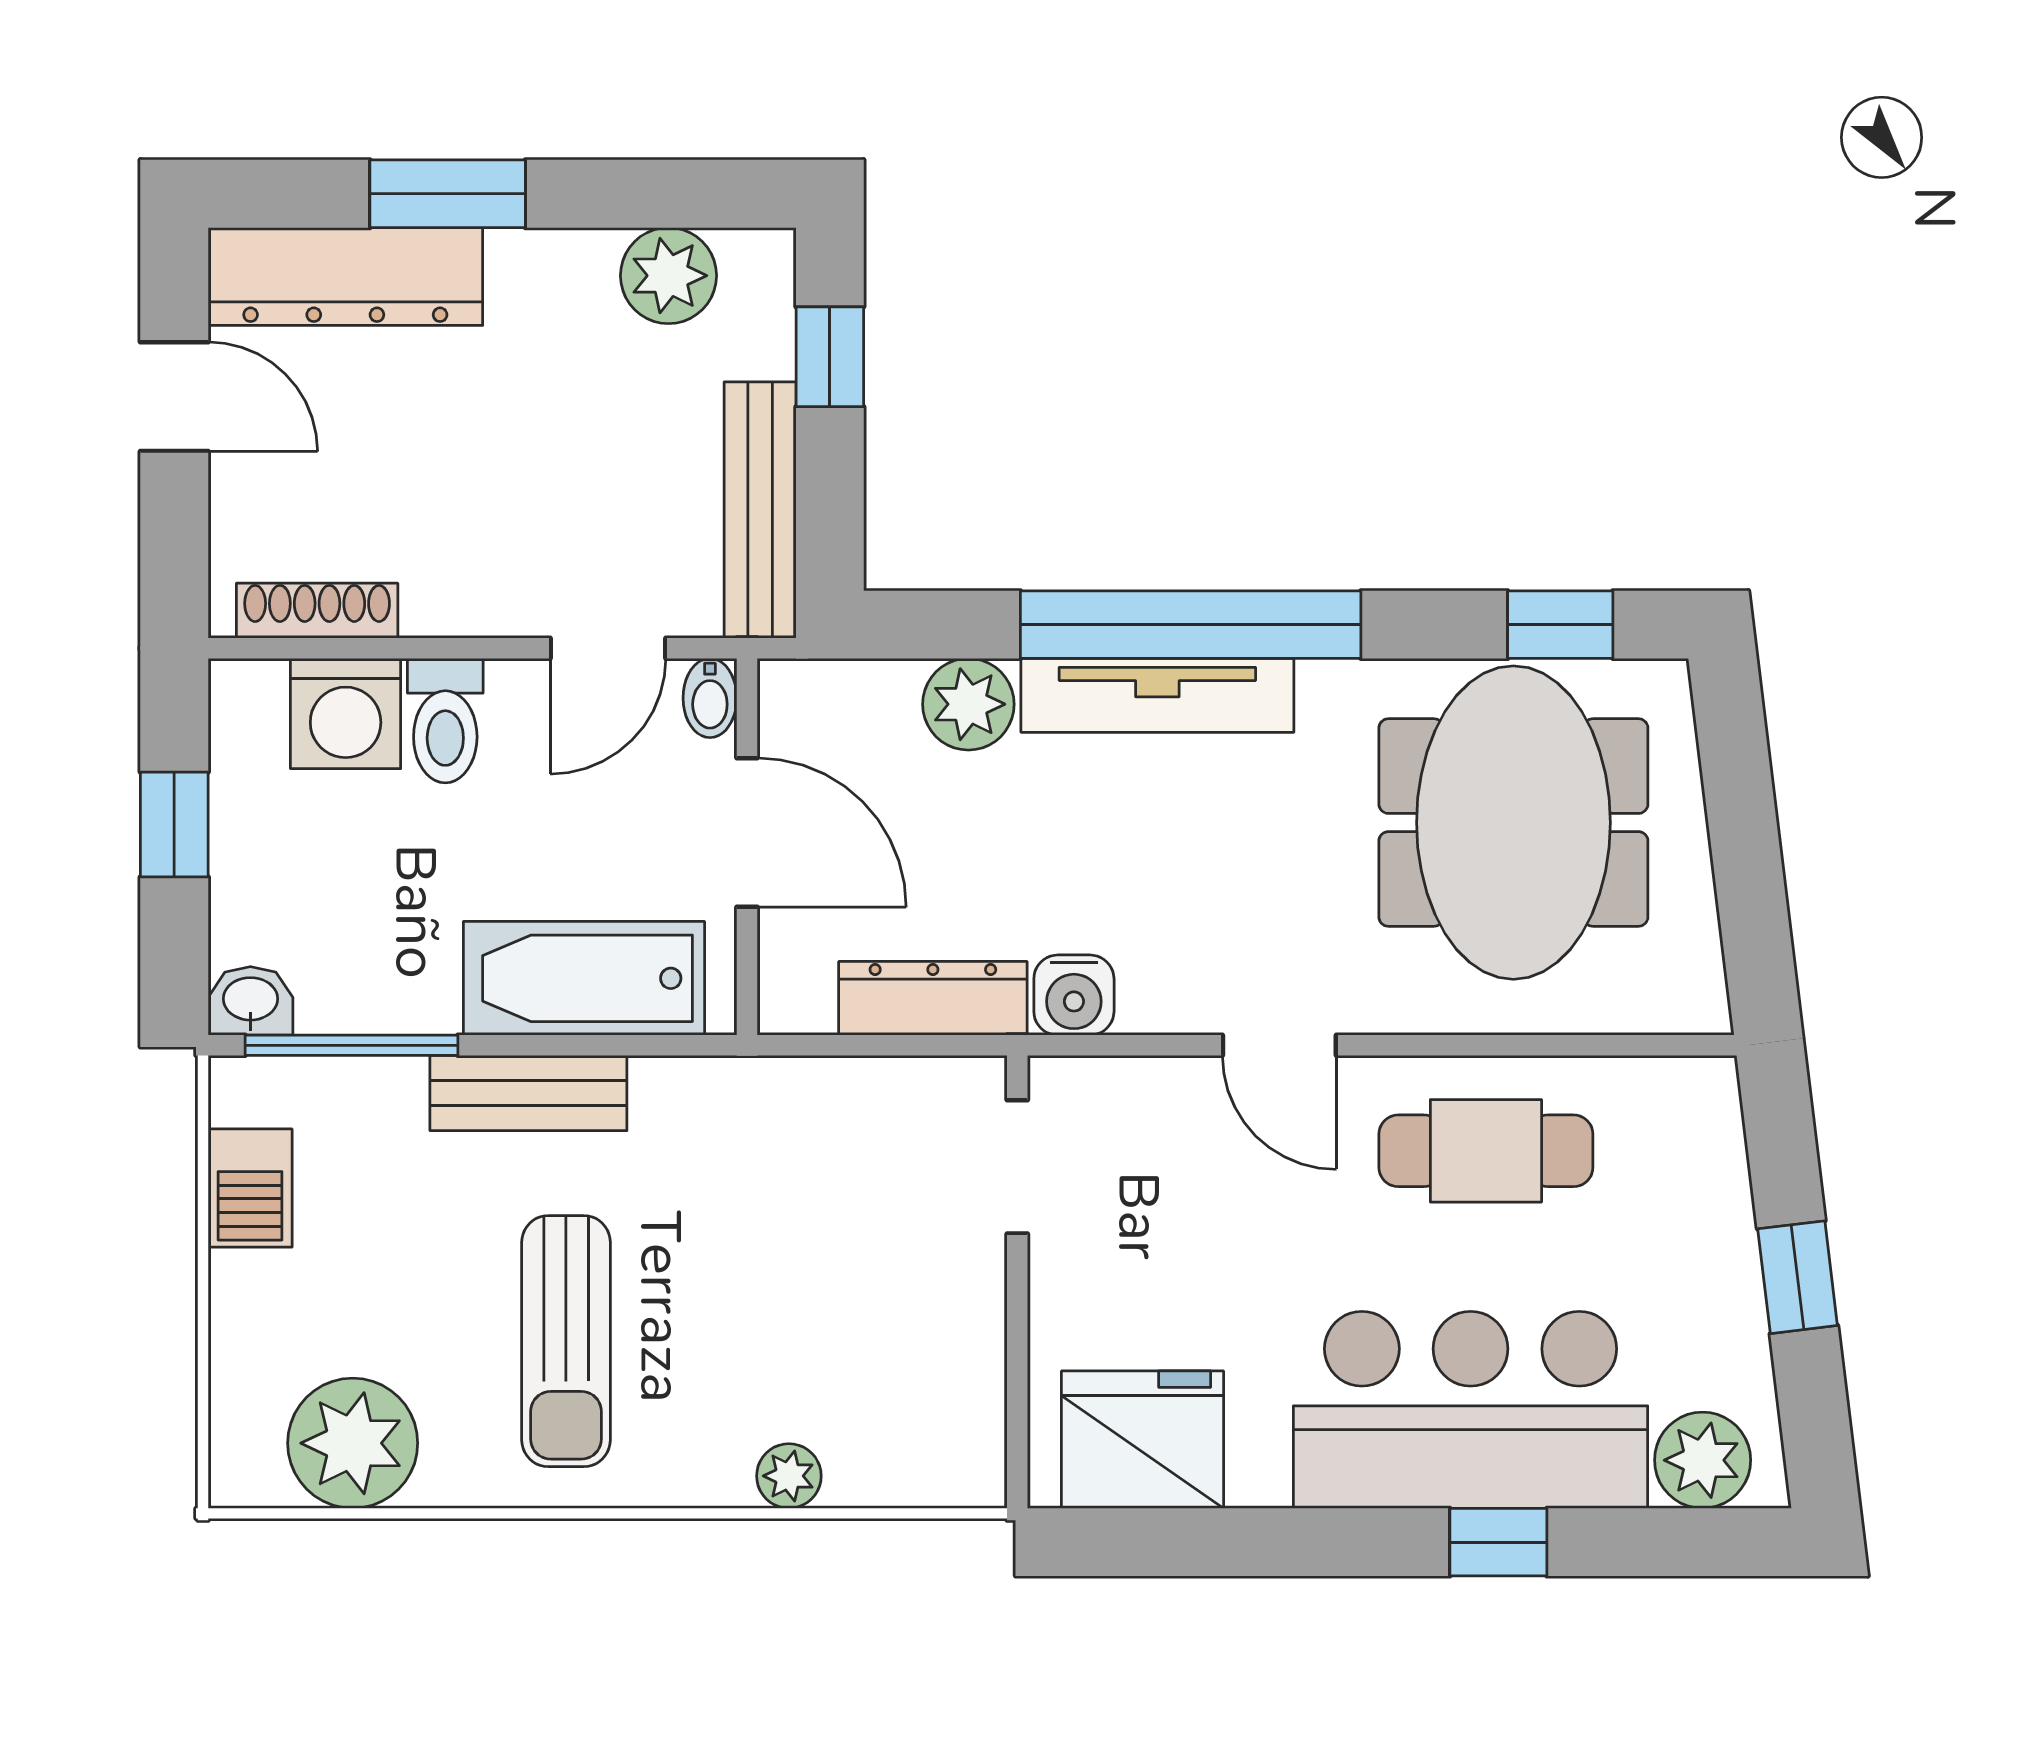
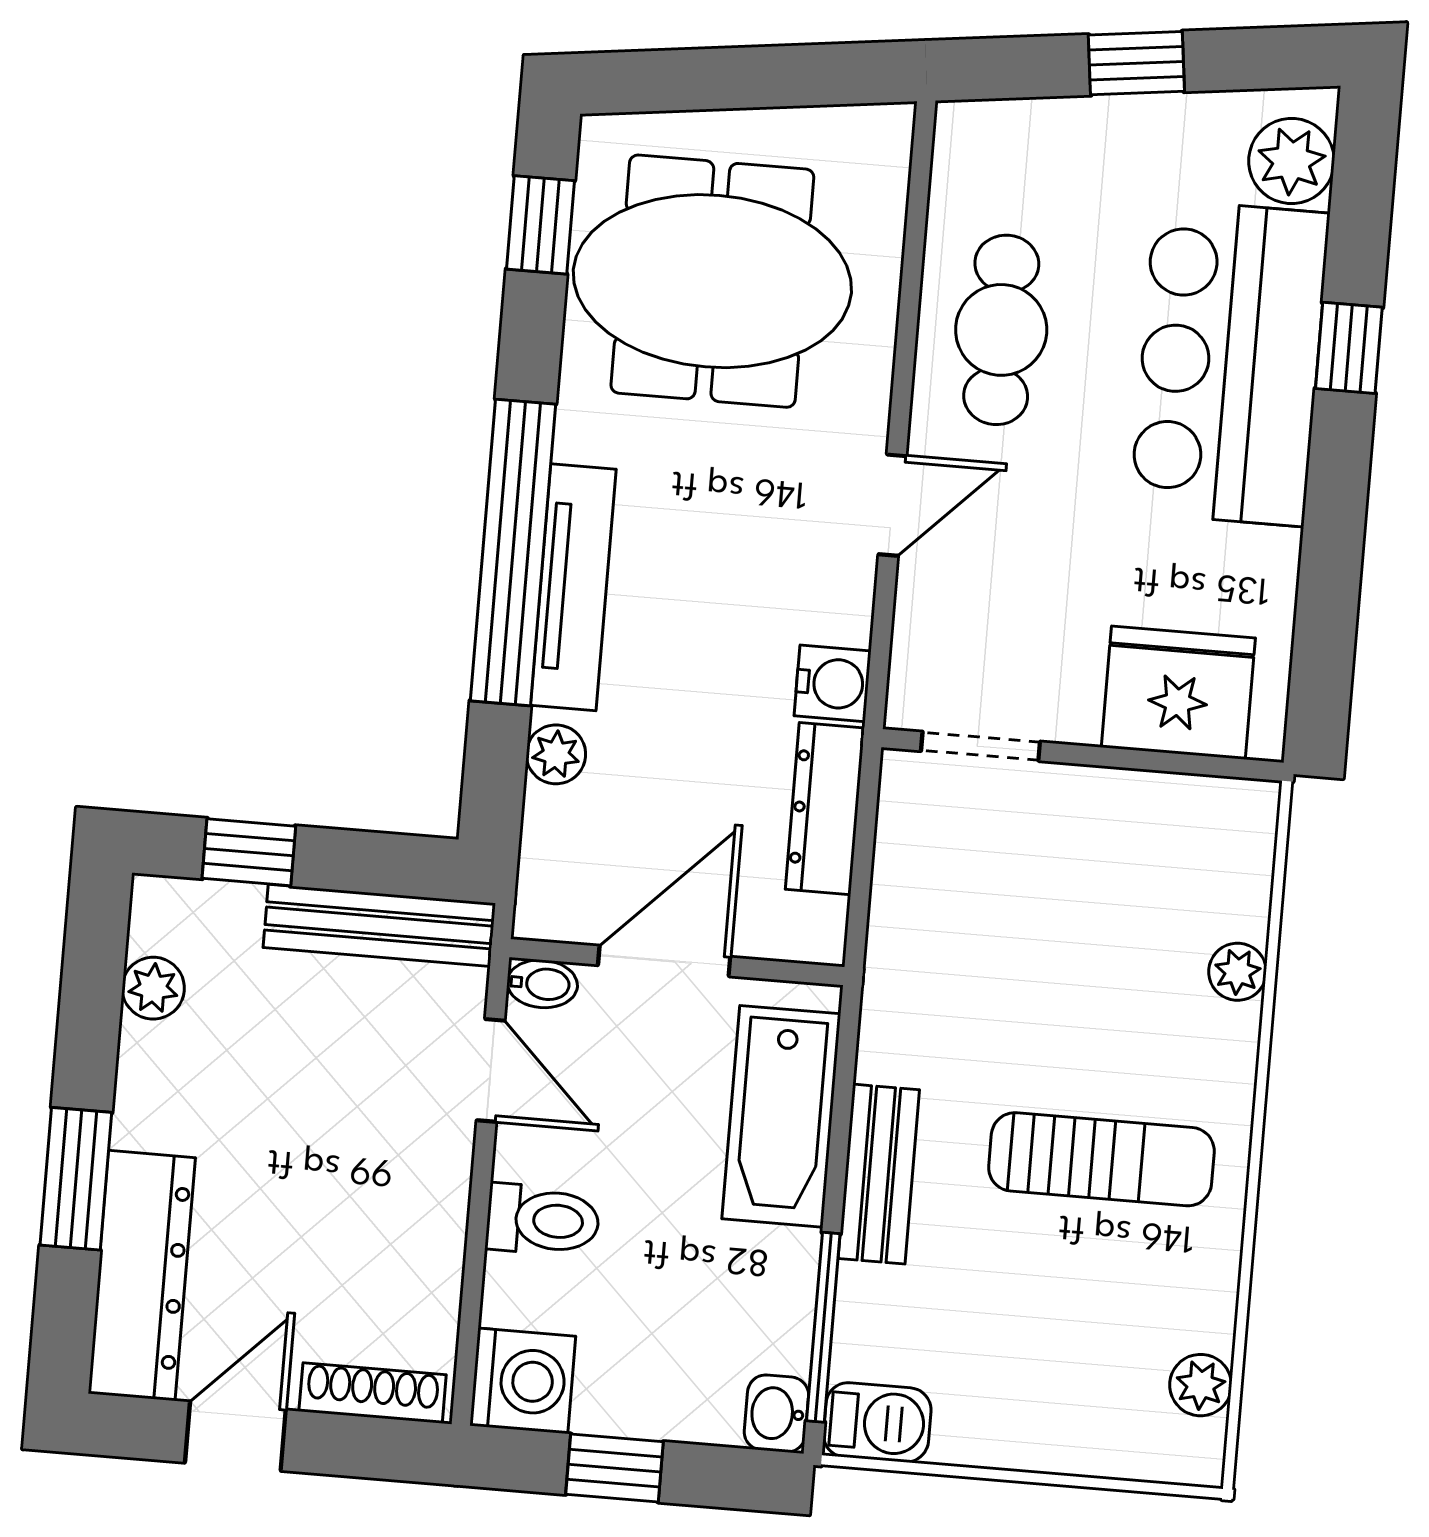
plant: (668, 276) -> (153, 988), width x0.73, depth x0.73
shoe rack: (317, 611) -> (373, 1393), moved, turned 90
plant: (968, 704) -> (556, 754), width x0.73, depth x0.73
washing machine: (346, 714) -> (523, 1381), moved
barbecue: (250, 1188) -> (877, 1422), moved
fridge: (1142, 1440) -> (1178, 693), moved, turned 90
plant: (353, 1443) -> (1201, 1385), width x0.53, depth x0.53

